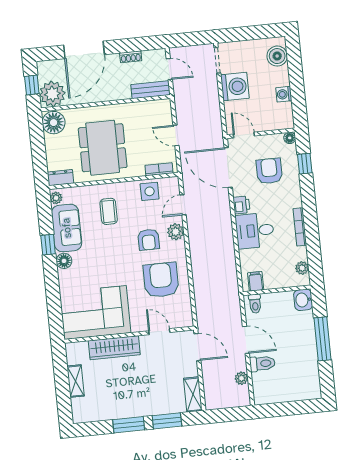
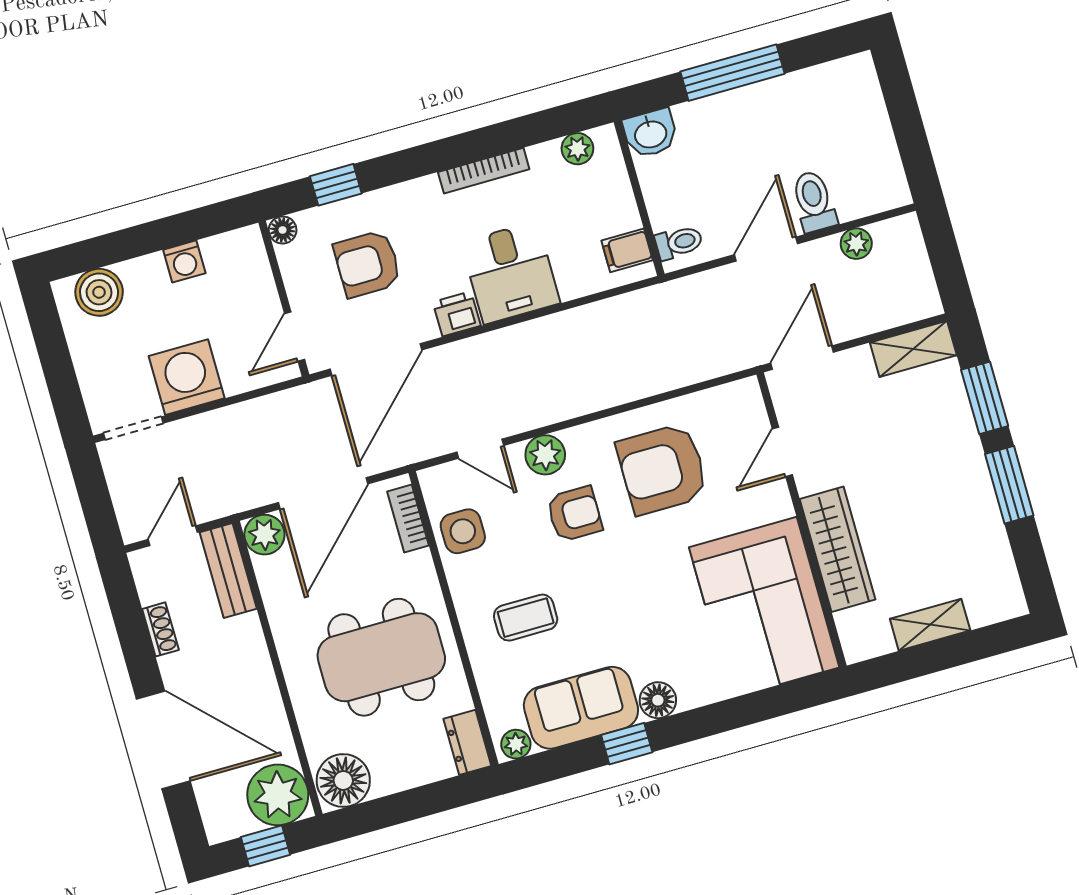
plant: (163, 108) -> (264, 535), added
door: (176, 135) -> (323, 493), width x1.88

